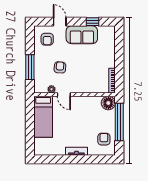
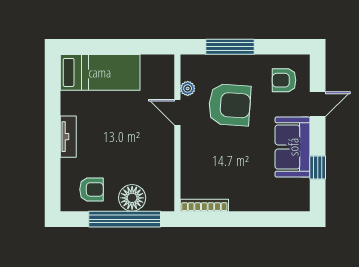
armchair: (60, 67) -> (230, 105), width x1.88, depth x1.88
door: (64, 95) -> (177, 112), hinge flipped
floor lamp: (108, 103) -> (132, 198), moved
bed: (43, 117) -> (100, 72), moved, turned 180

